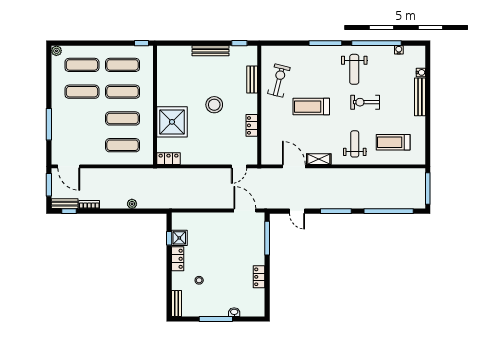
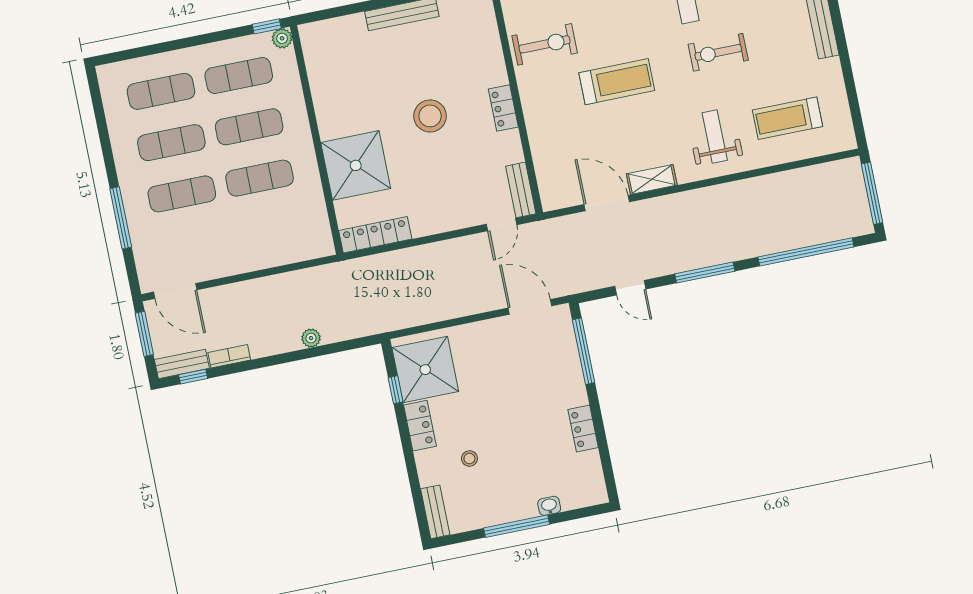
plant: (56, 51) -> (282, 38), moved
bench: (252, 79) -> (521, 190), moved
exercise bike: (279, 81) -> (545, 44), turned 76
treadmill: (311, 107) -> (617, 82), turned 180
locker: (252, 125) -> (503, 108), moved
exercise mat: (123, 145) -> (182, 194), moved
locker: (169, 159) -> (375, 235), width x1.53
shower: (179, 238) -> (425, 370), width x1.86, depth x1.86

